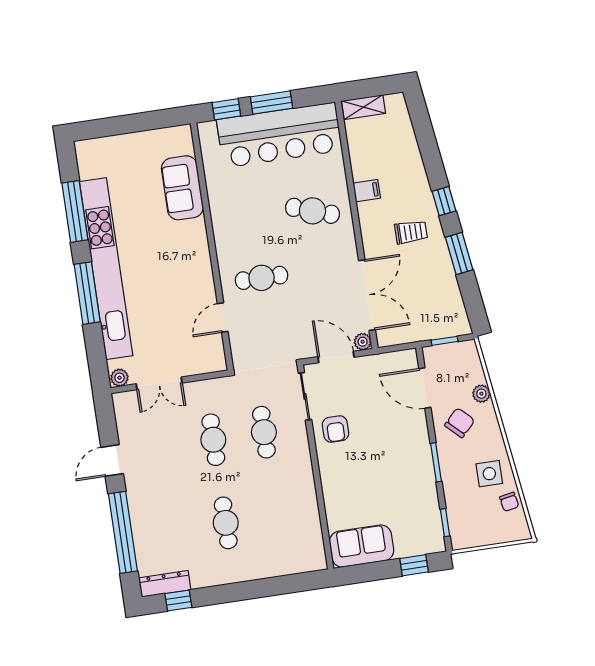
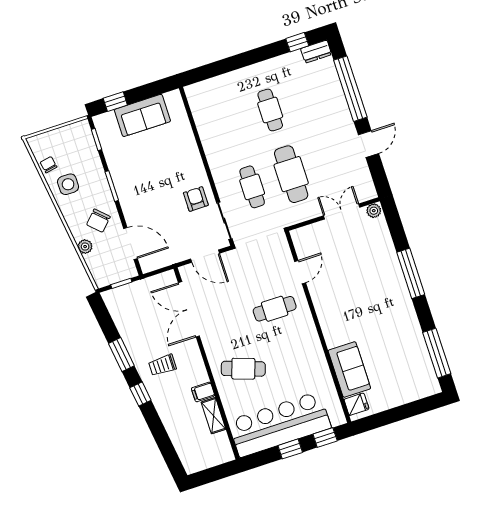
window: (272, 103) -> (290, 449), width x0.67
shelving: (364, 107) -> (213, 416), moved, turned 90
fridge: (181, 144) -> (357, 404), added
window: (75, 211) -> (437, 353), moved
kitchen unit: (106, 269) -> (399, 295), removed
plant: (363, 342) -> (186, 272), removed
cafe table: (213, 440) -> (291, 174), width x1.37, depth x1.35
sofa: (362, 546) -> (142, 115), moved
dresser: (165, 584) -> (316, 52), width x0.70

